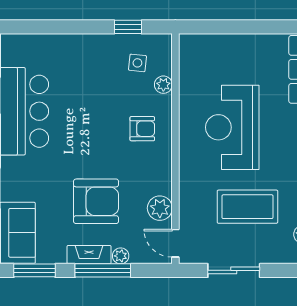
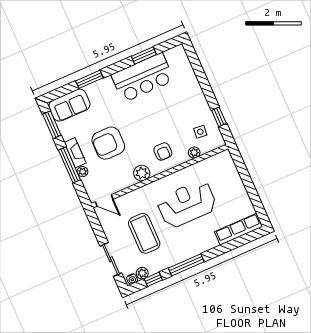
armchair: (96, 201) -> (108, 143), turned 90
plant: (160, 208) -> (142, 173), moved
door: (175, 243) -> (104, 200), swing flipped
sliding door: (234, 270) -> (111, 259), moved

